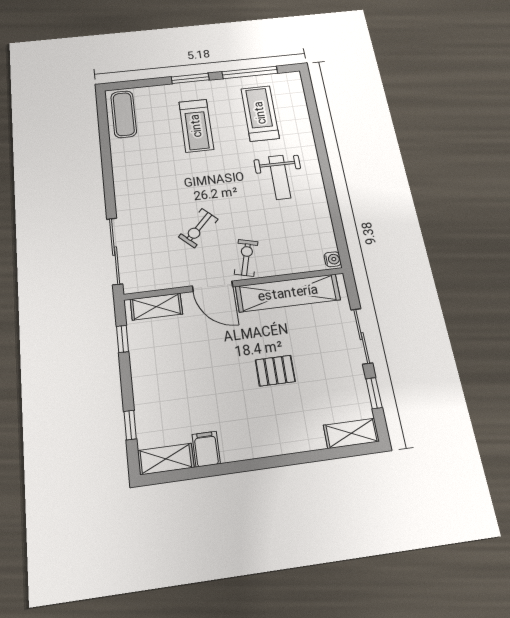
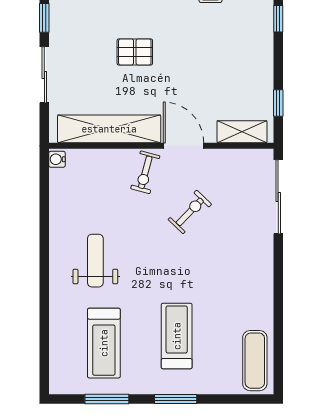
window: (250, 72) -> (107, 399), width x0.69

